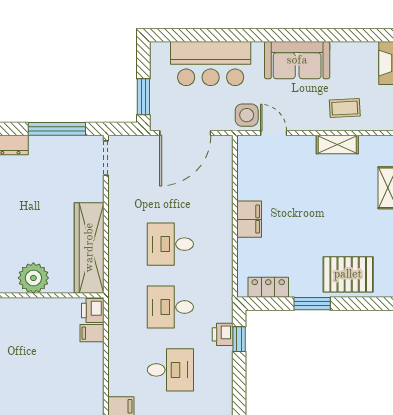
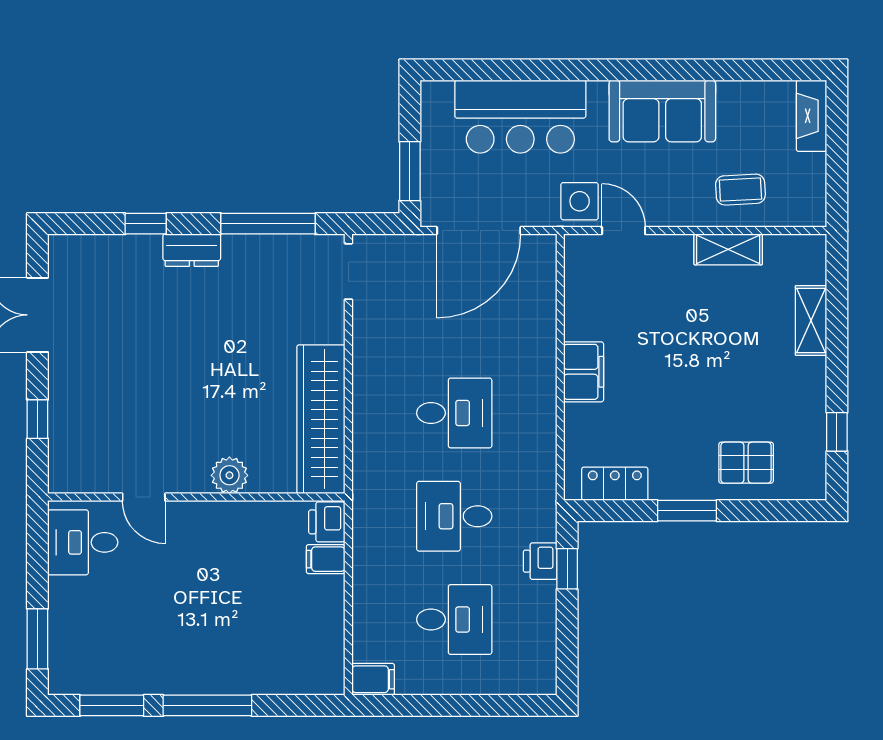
desk: (170, 244) -> (454, 413), turned 180
pallet: (348, 274) -> (746, 463), width x0.67, depth x0.71
plant: (33, 278) -> (229, 475), width x0.73, depth x0.73

